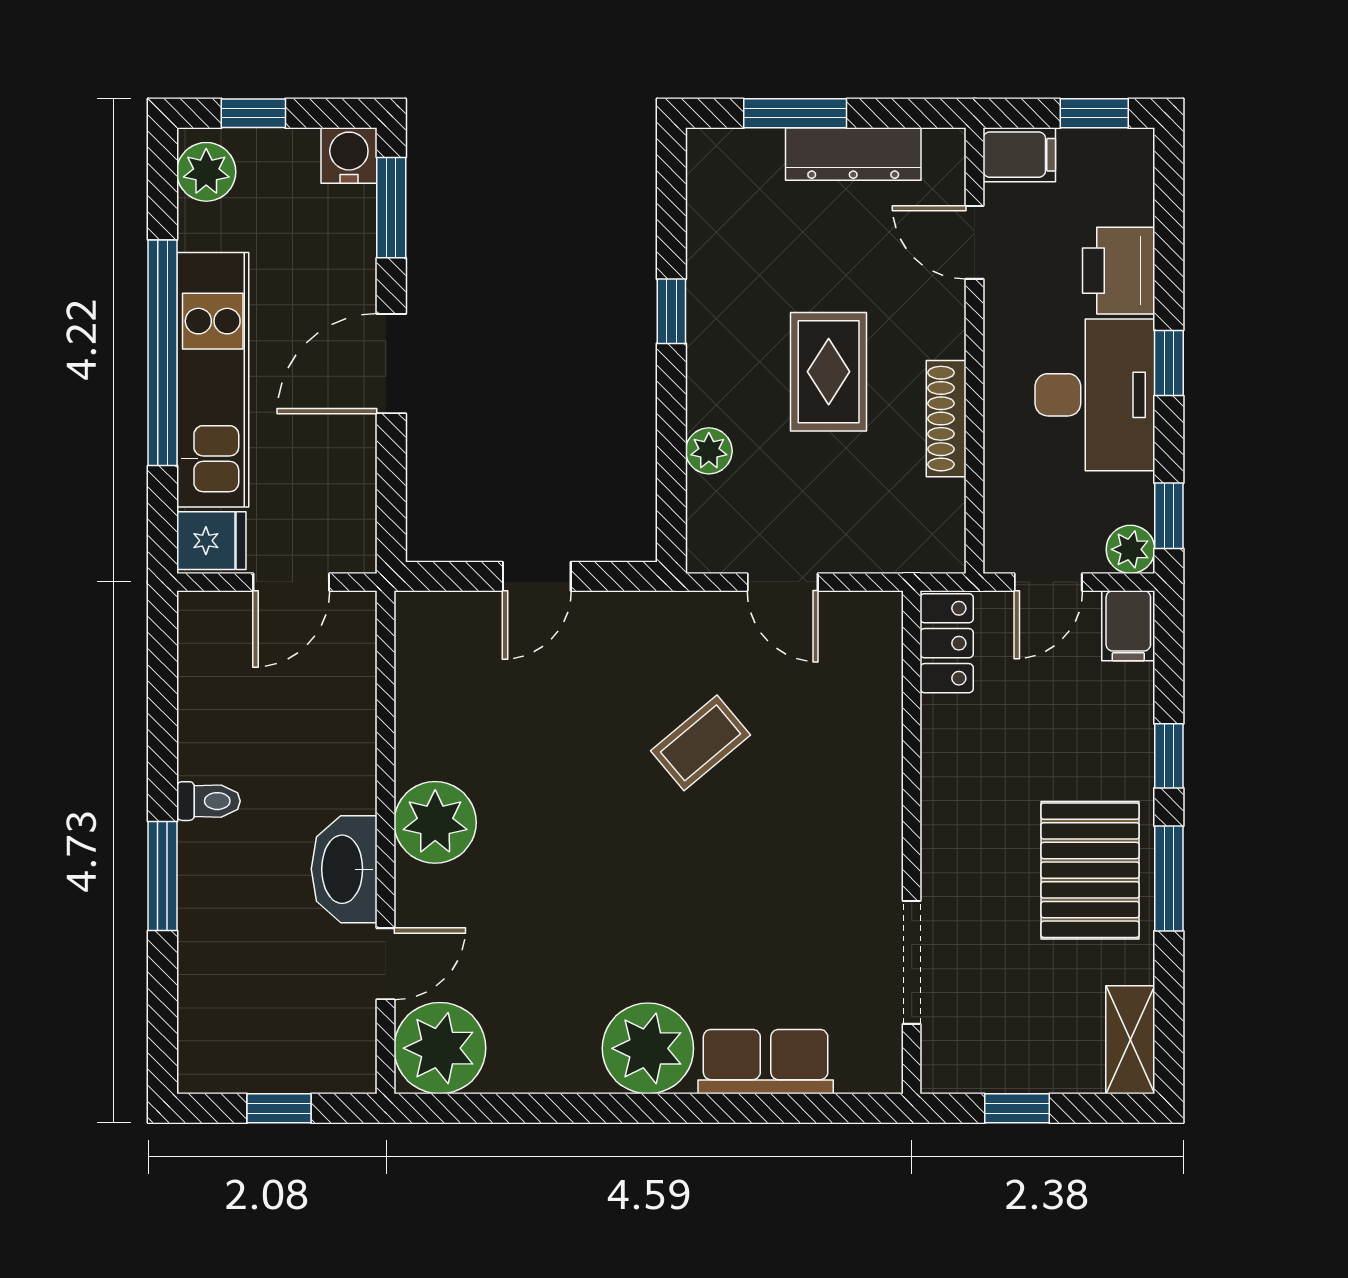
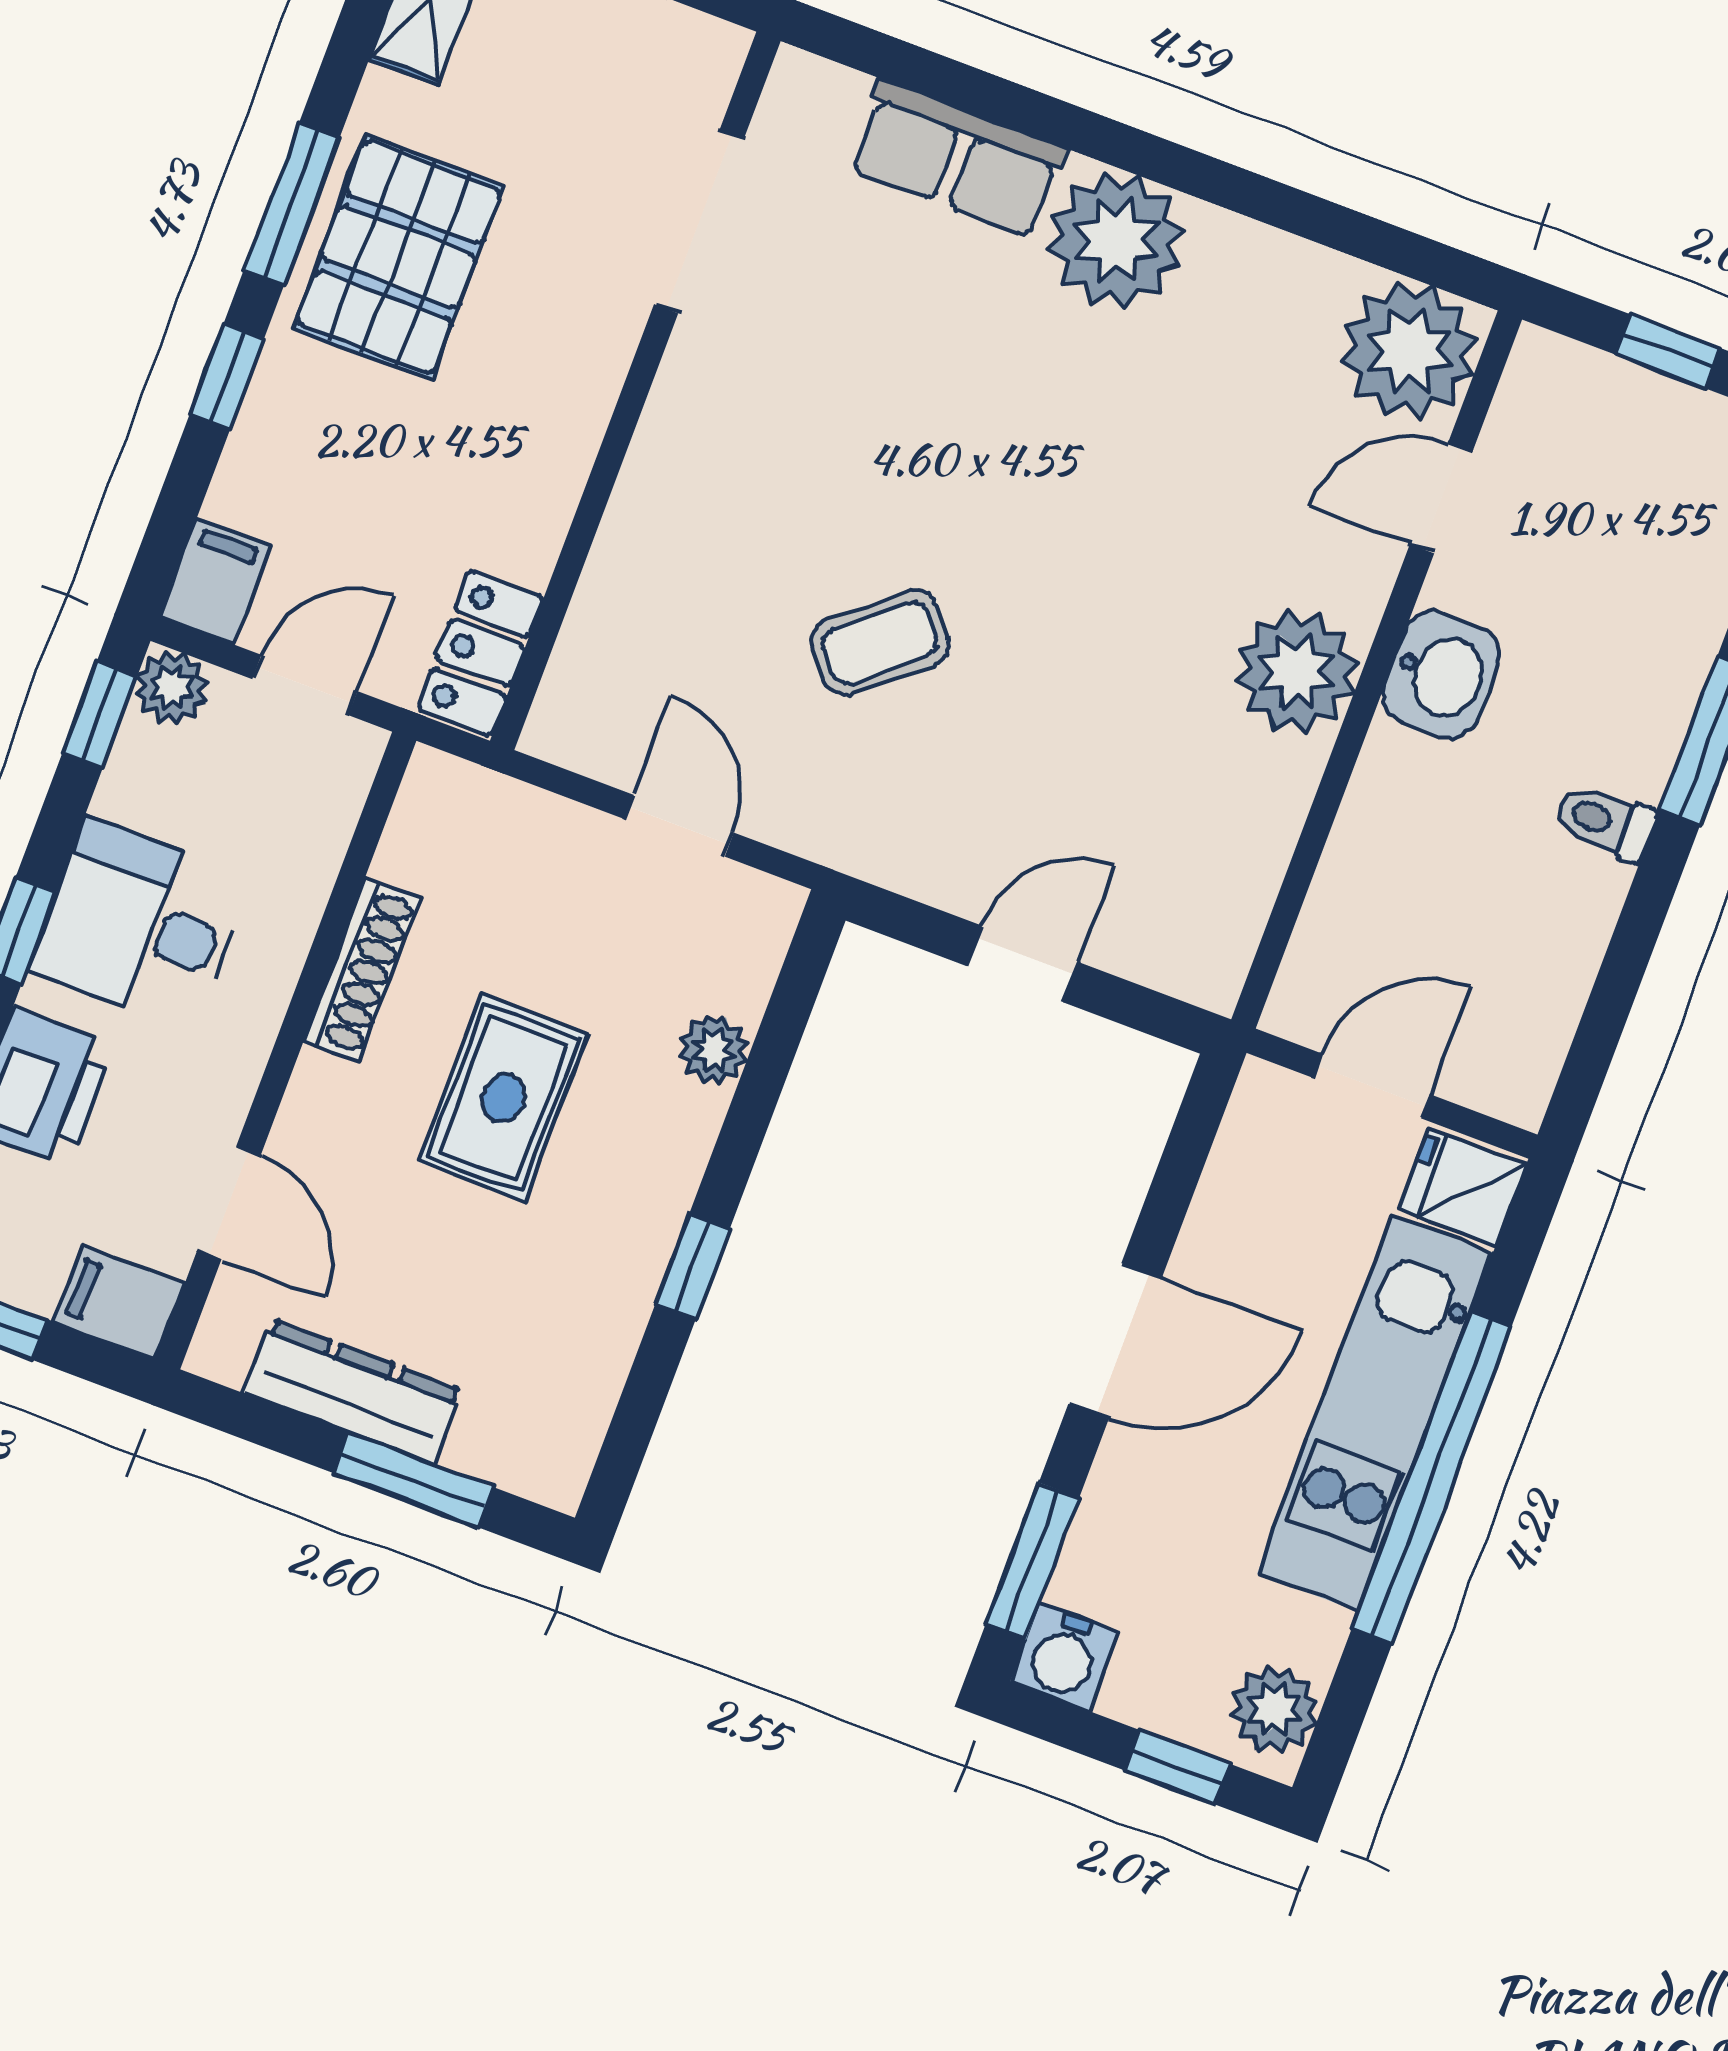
desk: (1095, 395) -> (140, 924), width x0.73
washbasin: (344, 869) -> (1441, 675), width x0.72

